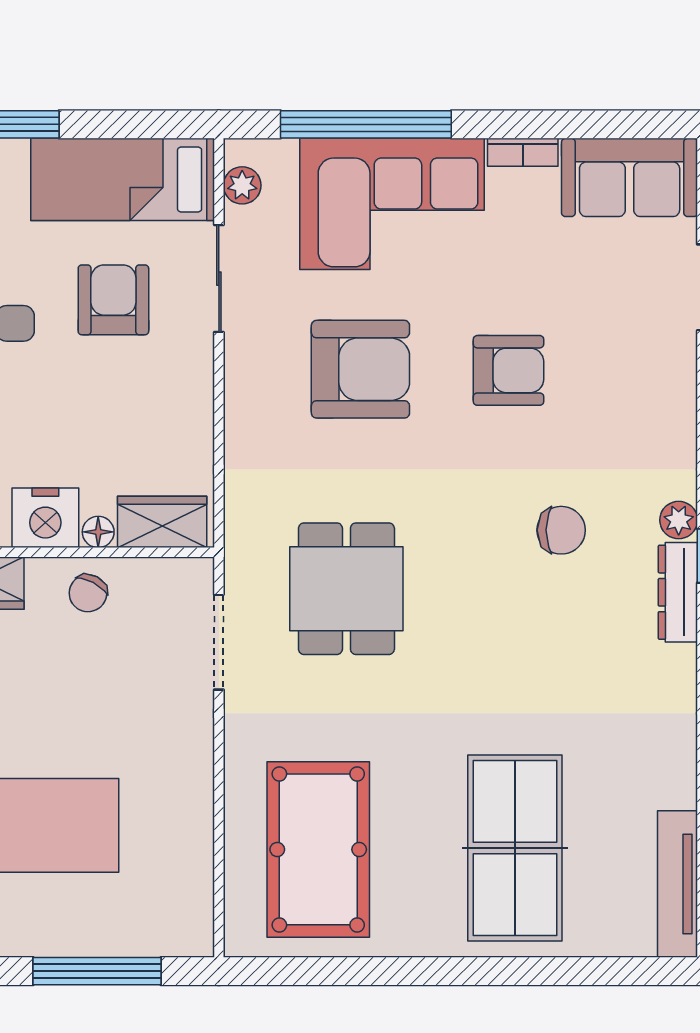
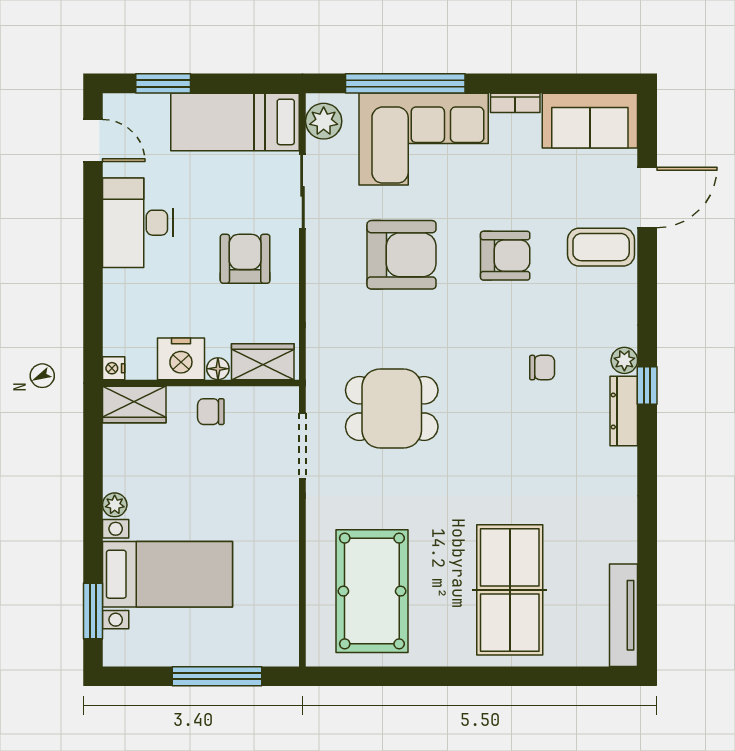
plant: (242, 185) -> (324, 121), width x1.38, depth x1.38
armchair: (113, 300) -> (245, 259), moved
coffee table: (645, 358) -> (601, 247), added
chair: (561, 530) -> (542, 368), width x0.73, depth x0.73
dining table: (346, 589) -> (392, 408), turned 90
chair: (88, 593) -> (211, 412), turned 62

